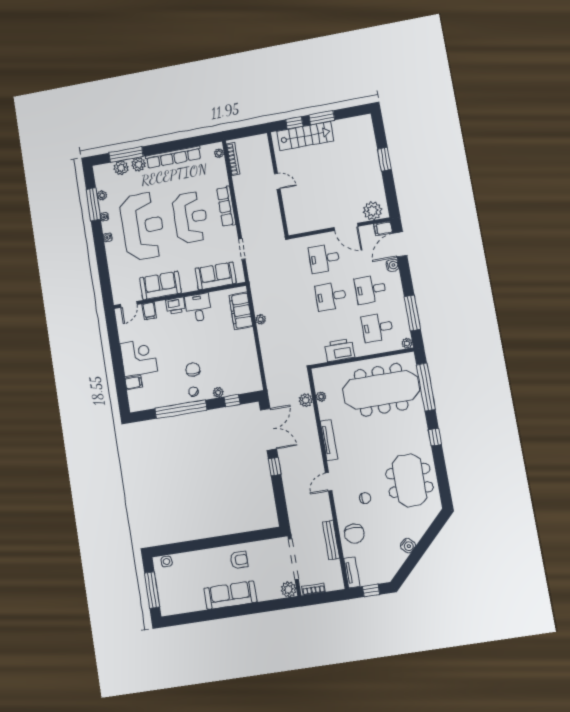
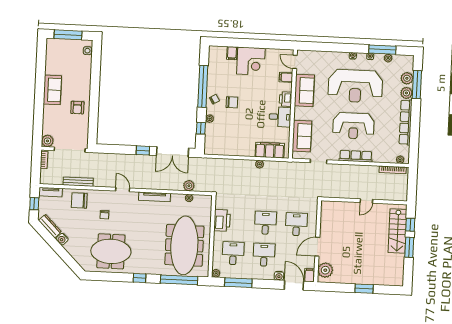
dresser: (395, 565) -> (50, 226), added
sofa: (230, 595) -> (52, 90), width x0.73

